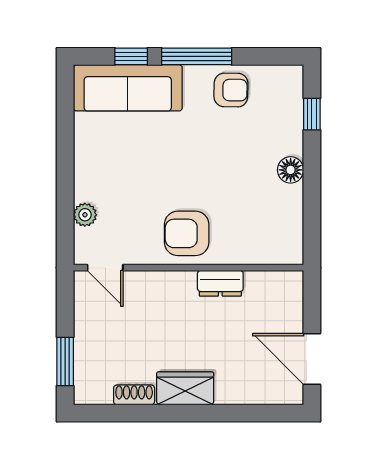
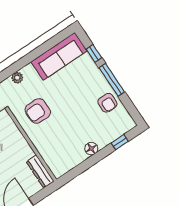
sofa: (128, 88) -> (59, 56), moved, turned -90
armchair: (187, 233) -> (38, 111), moved, turned -90
dresser: (220, 283) -> (40, 171), moved, width x1.44

